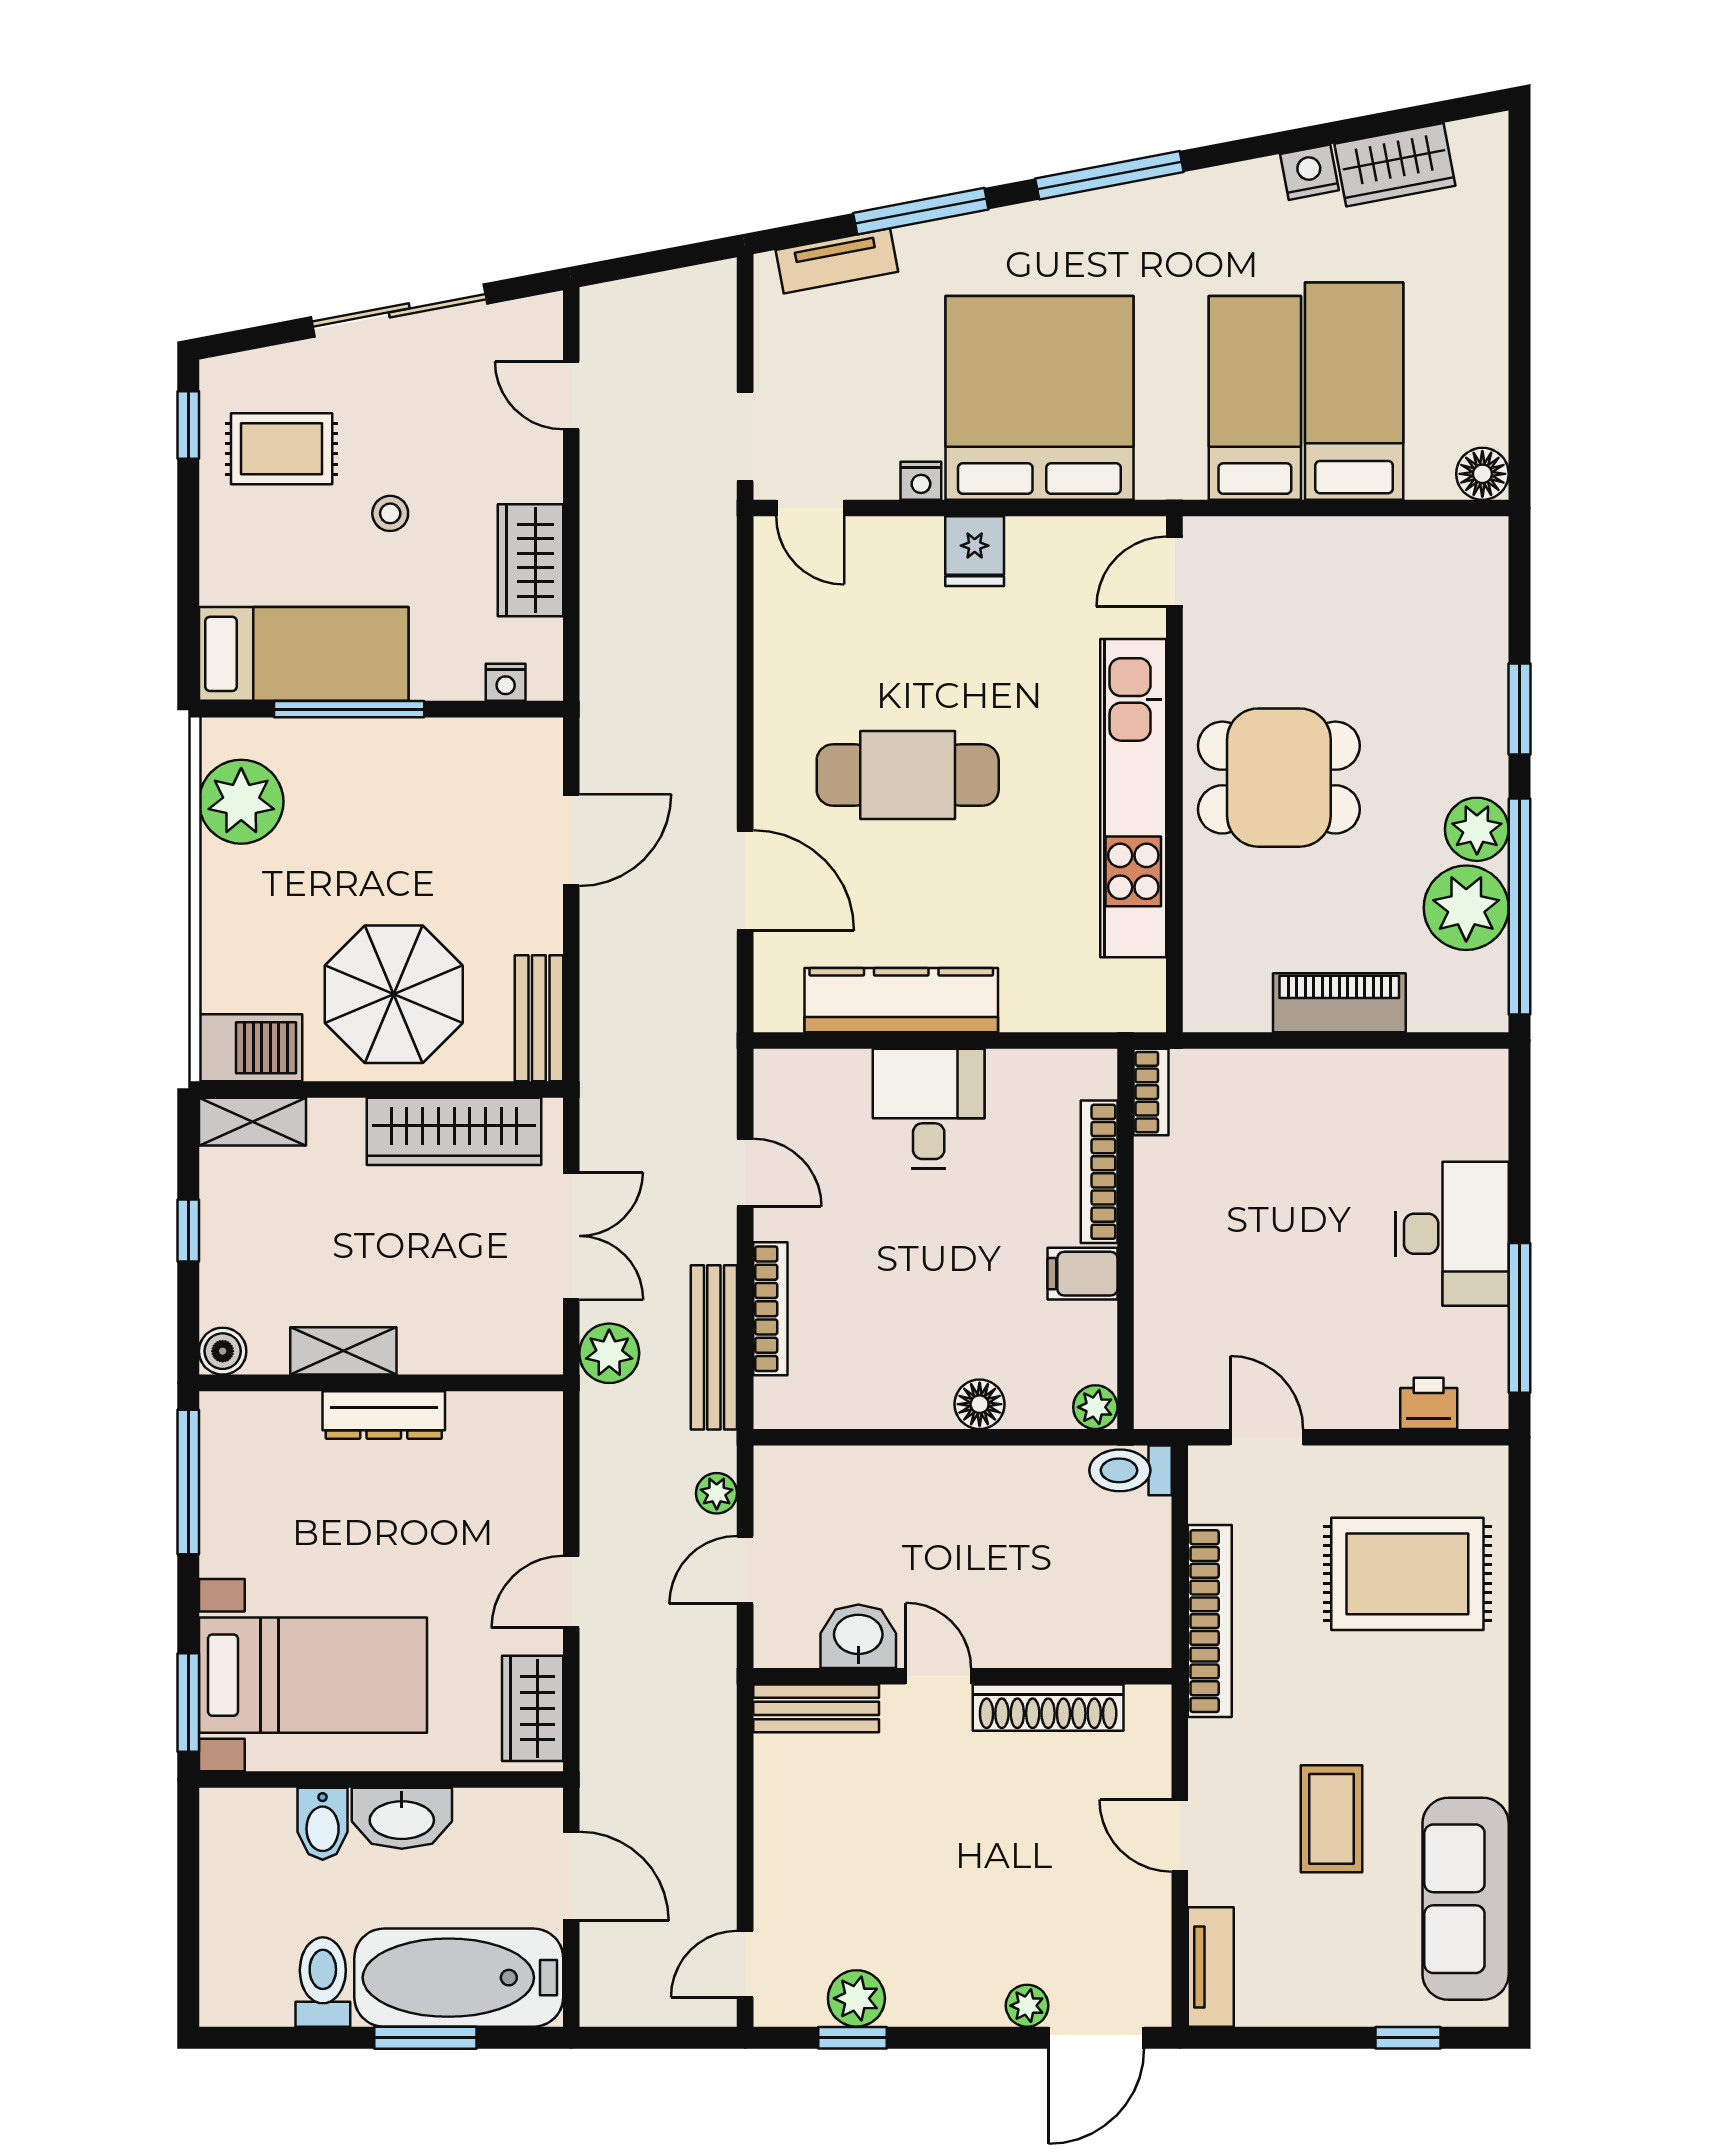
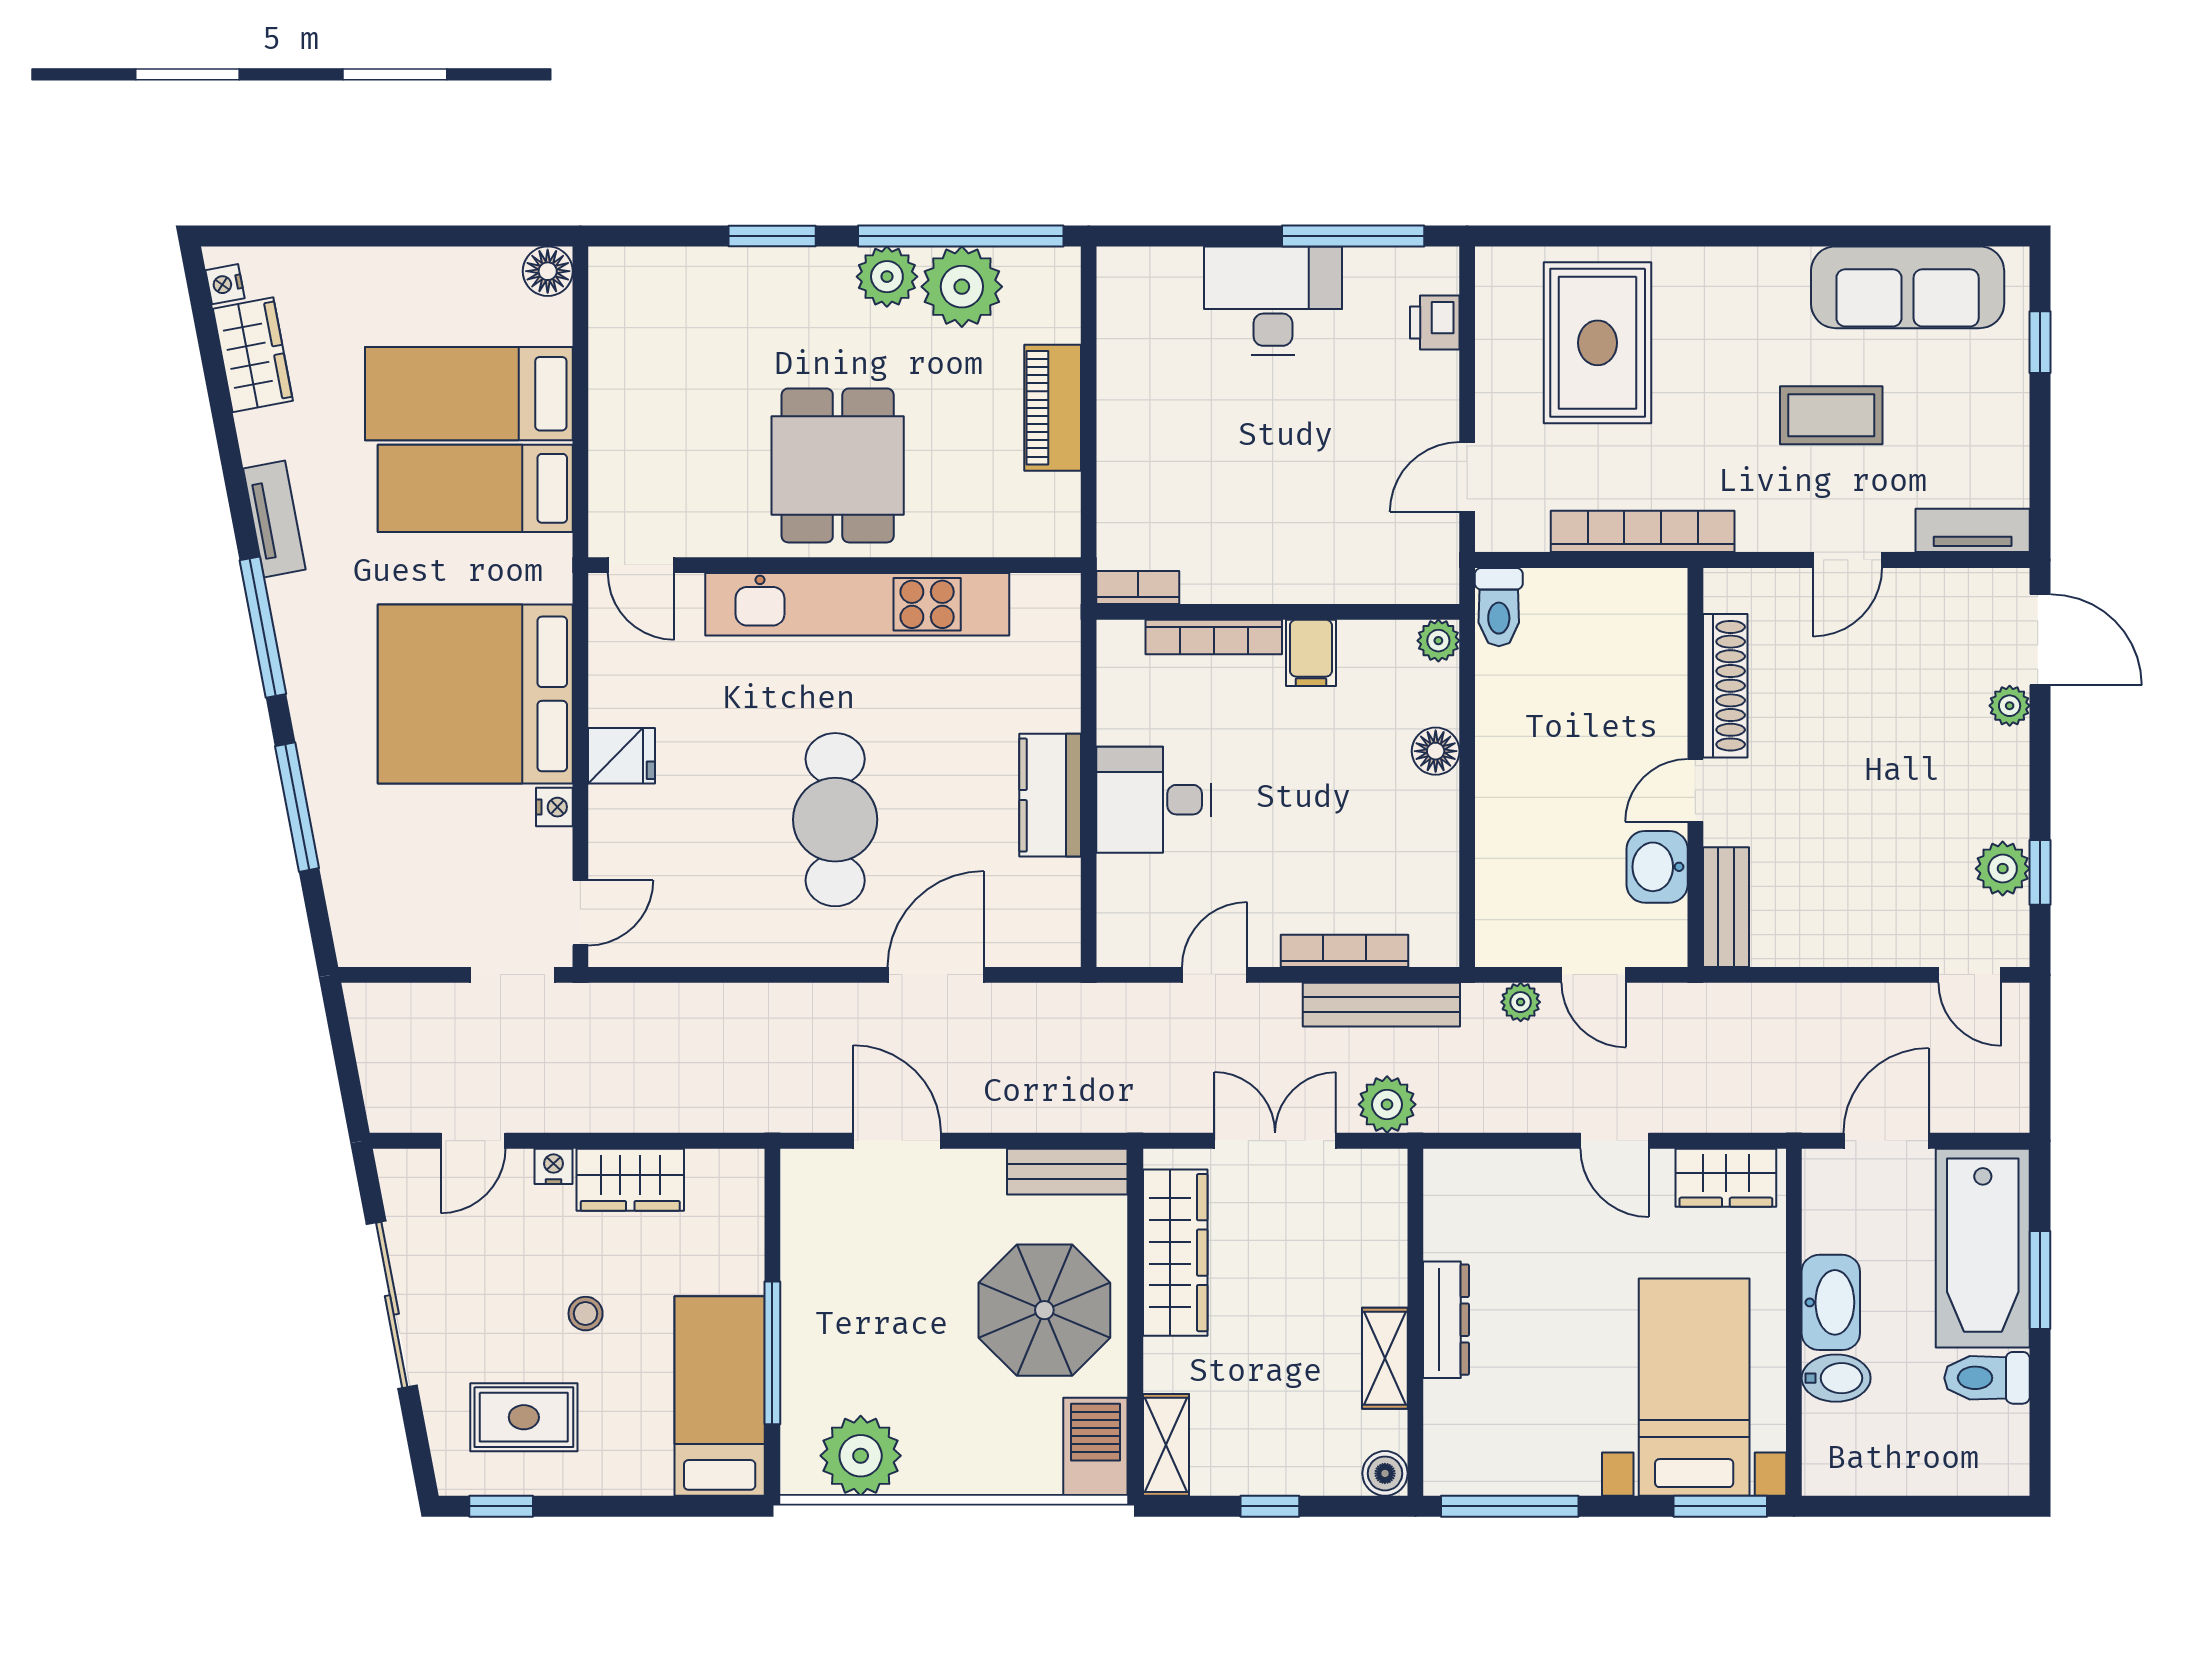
nightstand: (1310, 172) -> (225, 284), moved, width x0.72, depth x0.74
tv unit: (837, 261) -> (274, 519), moved
rug: (282, 449) -> (524, 1417), turned 90
nightstand: (506, 682) -> (554, 1166), moved, turned -90
kitchen counter: (901, 1000) -> (1050, 795), width x0.67

